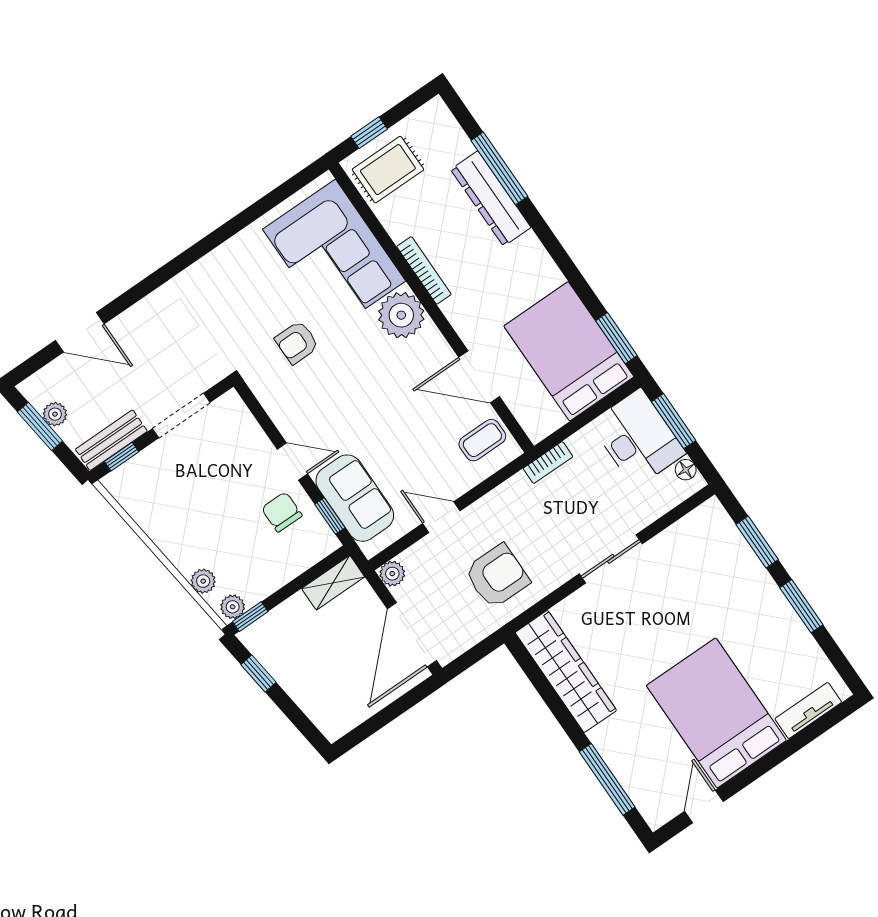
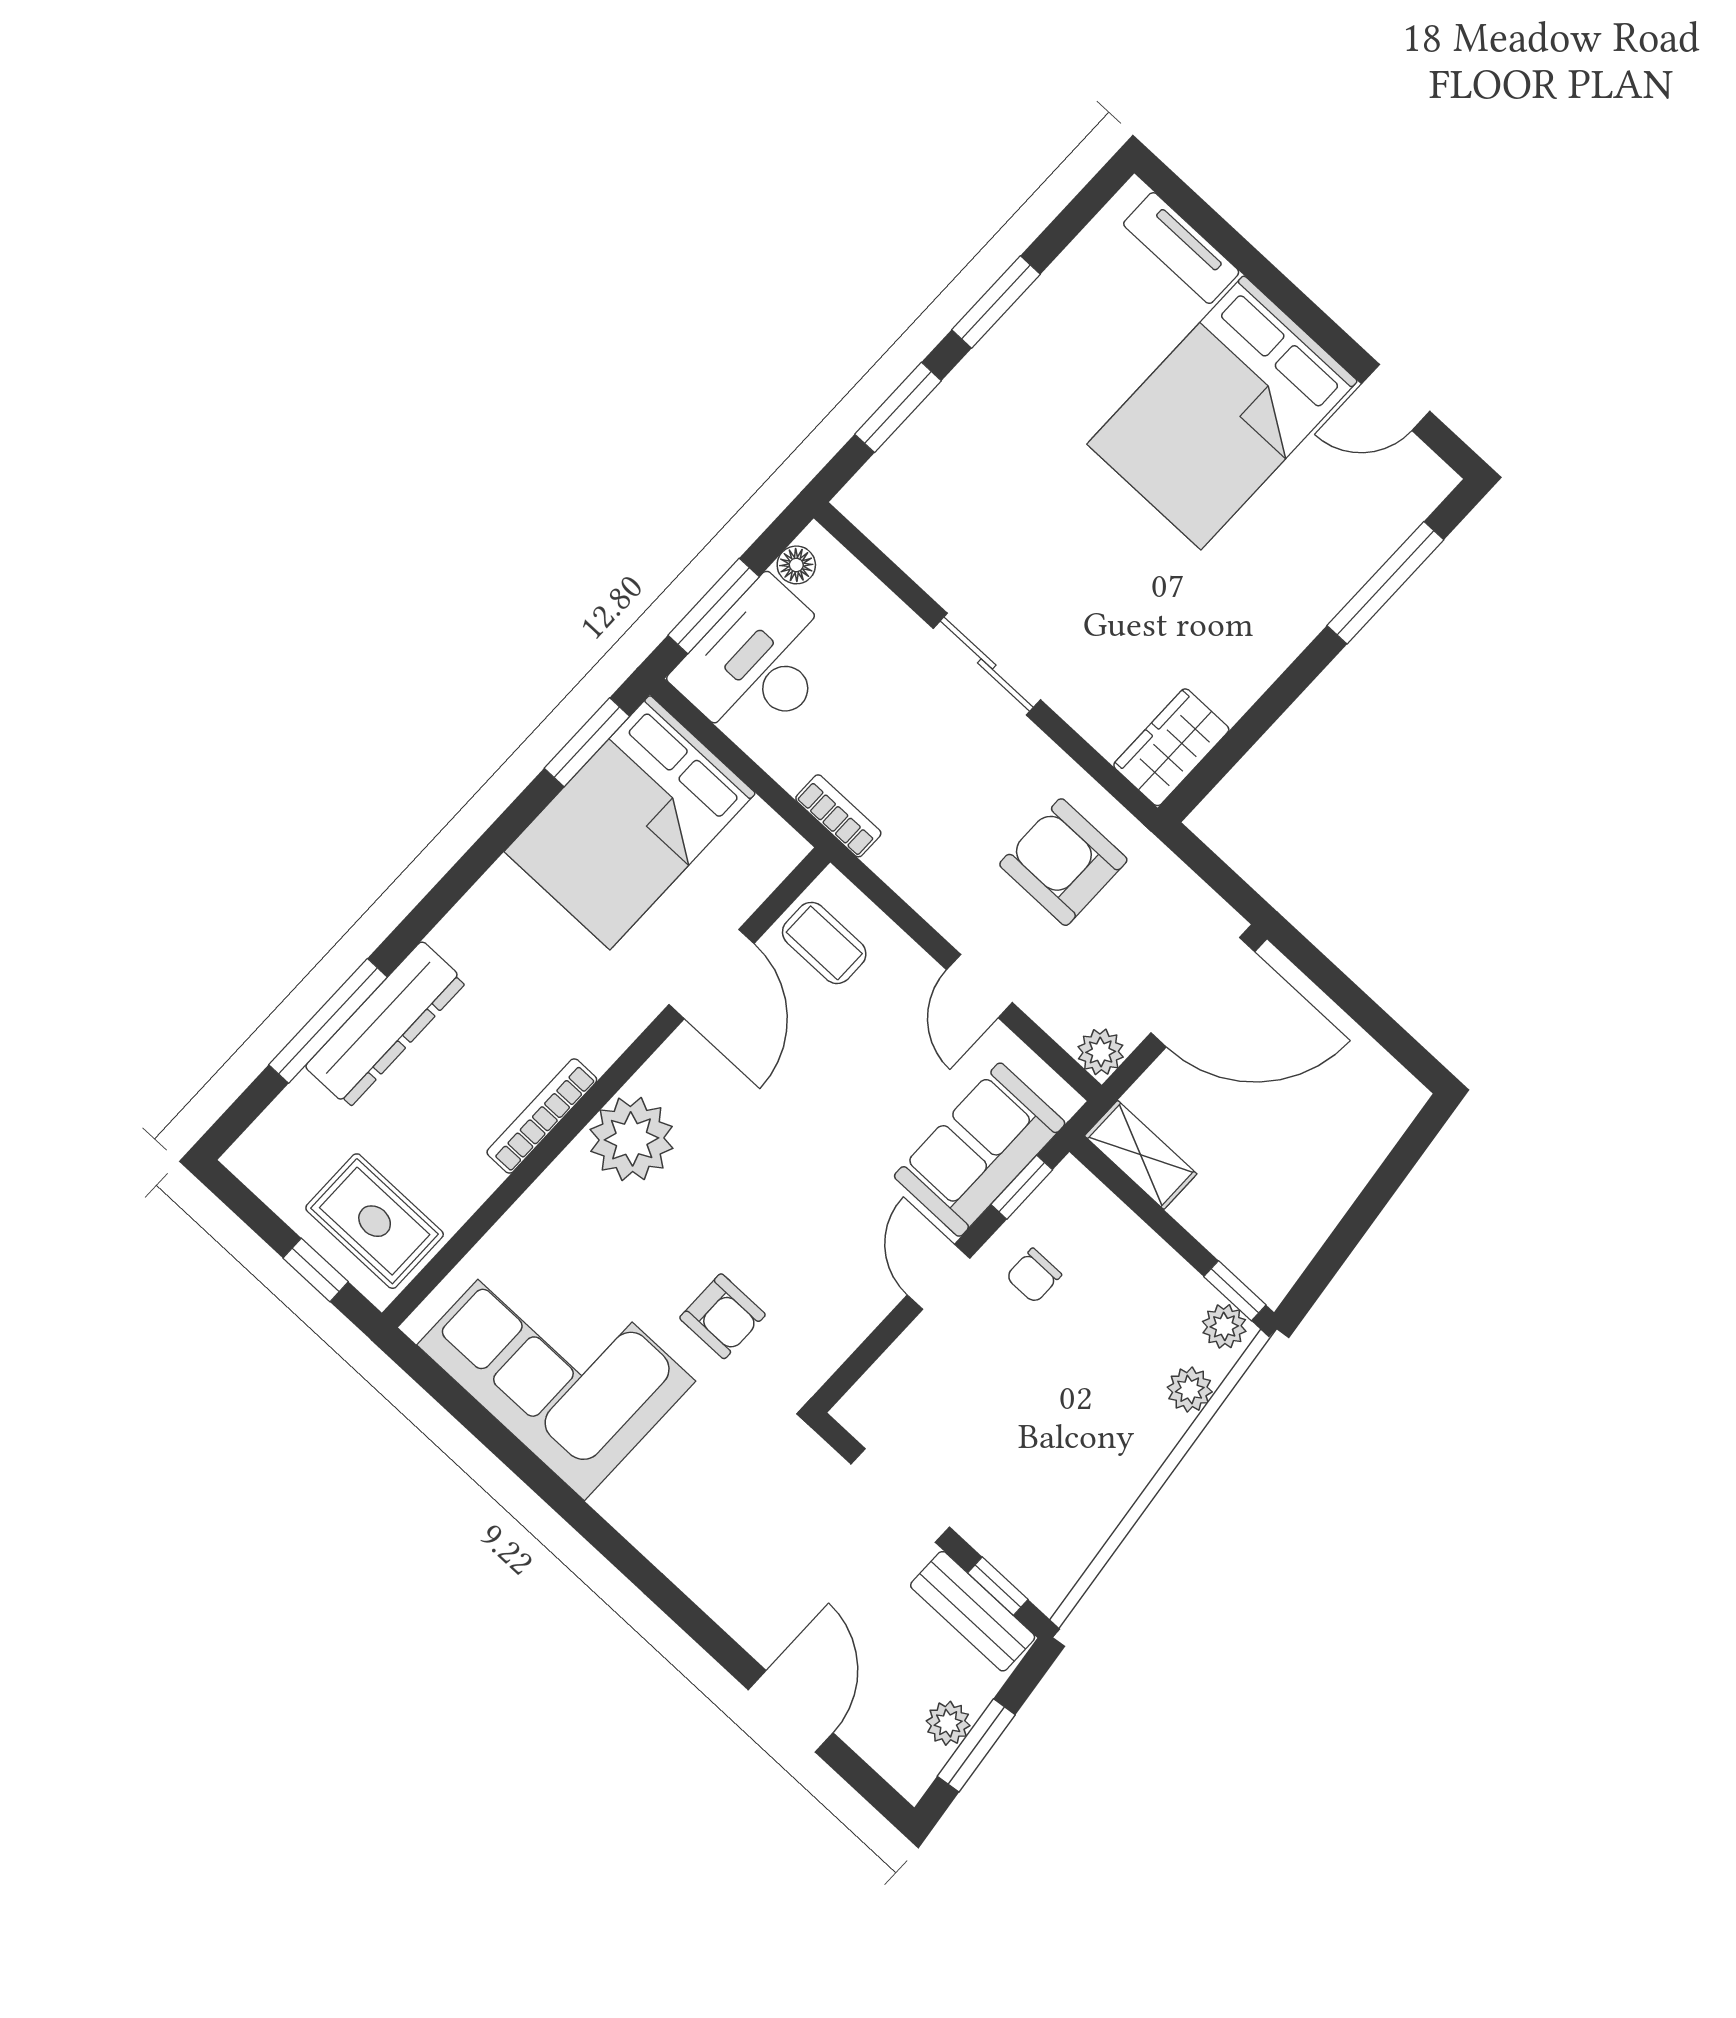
corner sofa: (334, 255) -> (556, 1363), moved, turned -90
chair: (282, 512) -> (1034, 1276), width x0.73, depth x0.73
wardrobe: (566, 671) -> (1171, 747), width x0.48, depth x0.85
window: (259, 673) -> (1334, 1253), removed

